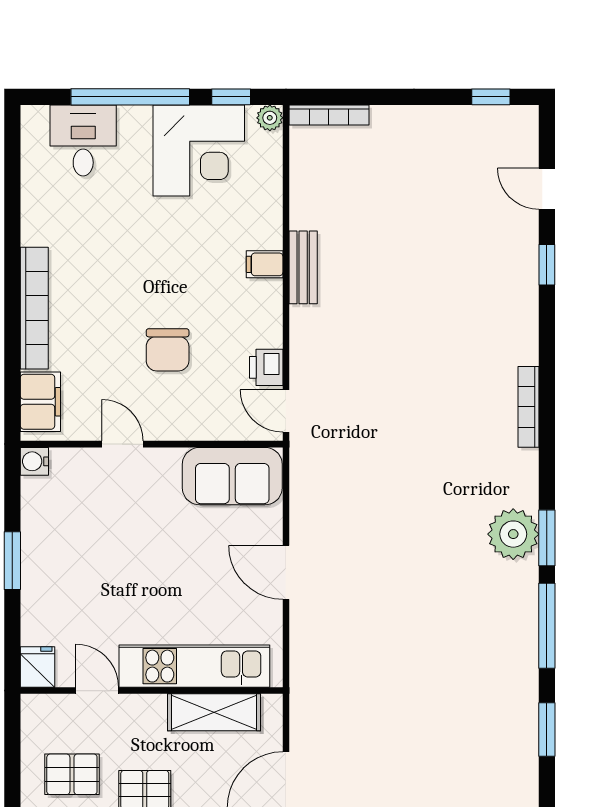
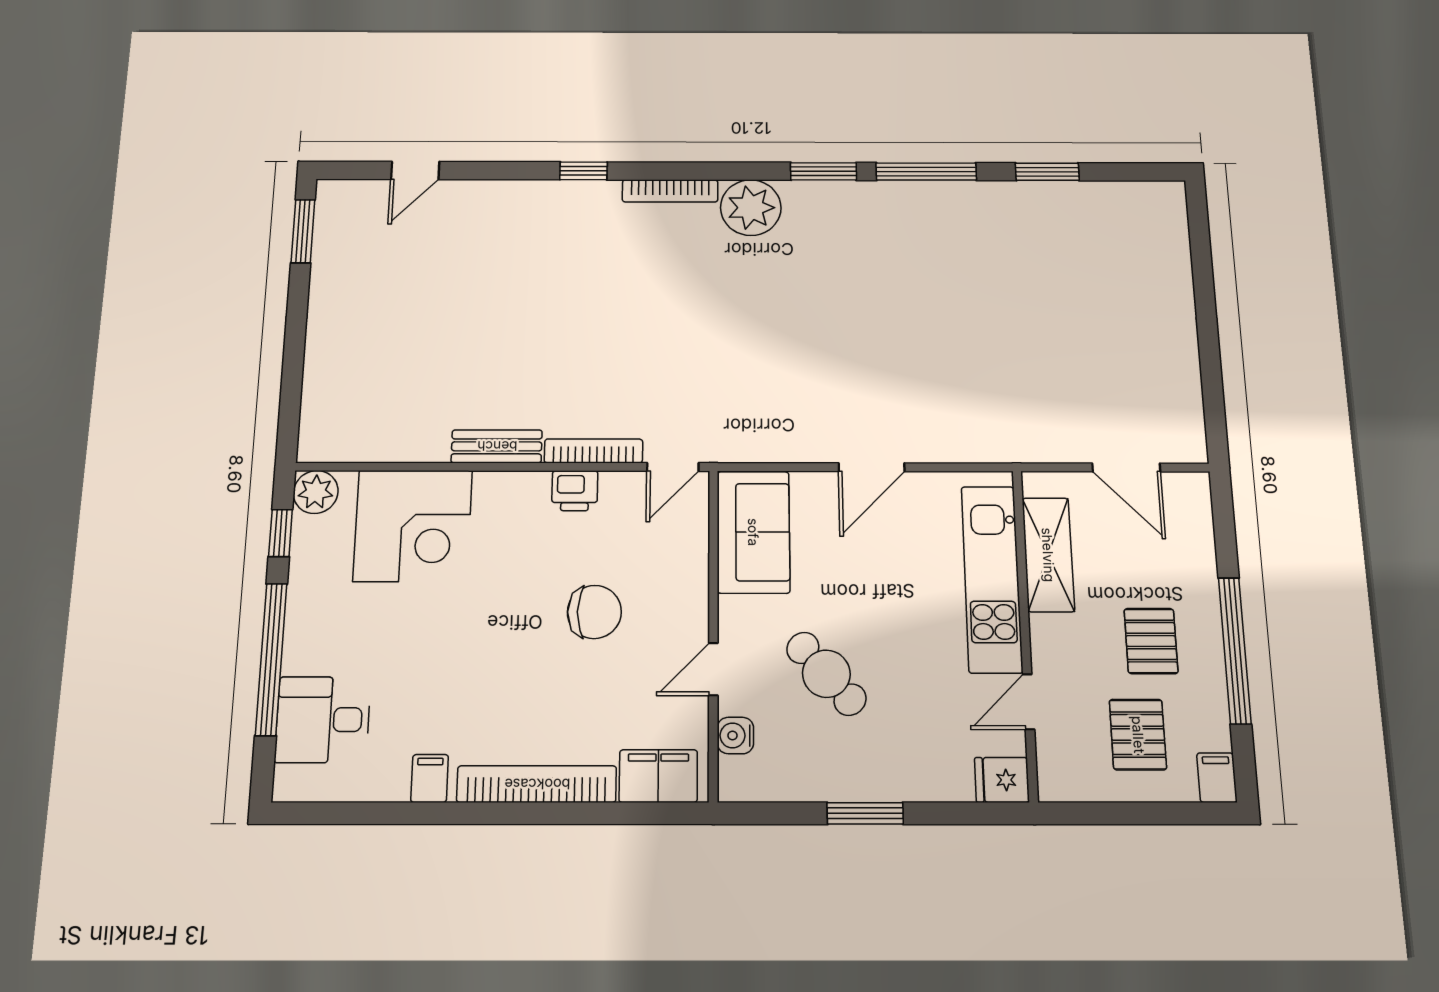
window: (491, 97) -> (303, 231), width x1.50
bookcase: (329, 115) -> (593, 451), moved, turned -90
plant: (270, 118) -> (316, 492), width x1.38, depth x1.38
corner desk: (199, 150) -> (413, 526), moved, turned 90
filing cabinet: (265, 264) -> (430, 778), moved, turned 180
window: (547, 265) -> (583, 171), moved
printer: (266, 367) -> (575, 491), moved
water cooler: (34, 461) -> (735, 735), moved, turned 90
cafe table: (119, 533) -> (826, 674), added
plant: (513, 534) -> (751, 208), moved

